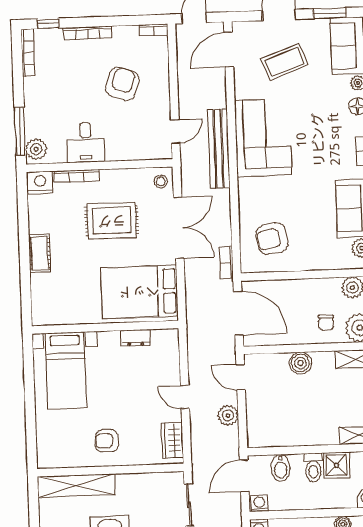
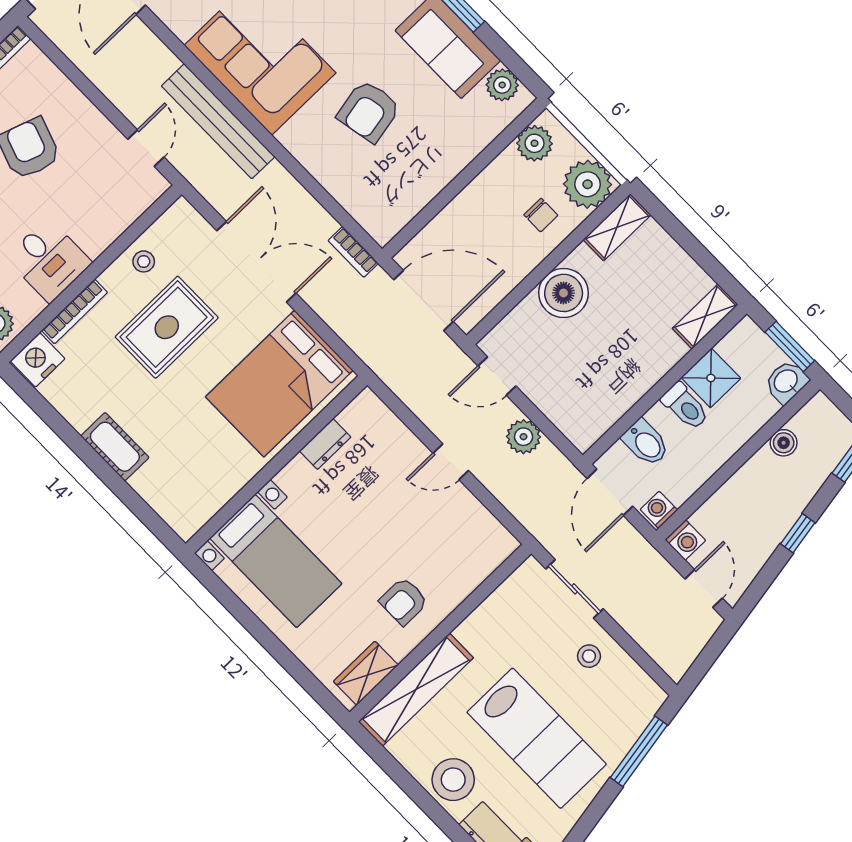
stool: (161, 181) -> (144, 261), moved
armchair: (272, 239) -> (369, 111), moved
boiler: (300, 363) -> (564, 293), width x1.37, depth x1.37
wardrobe: (173, 440) -> (366, 673), moved, turned 90

